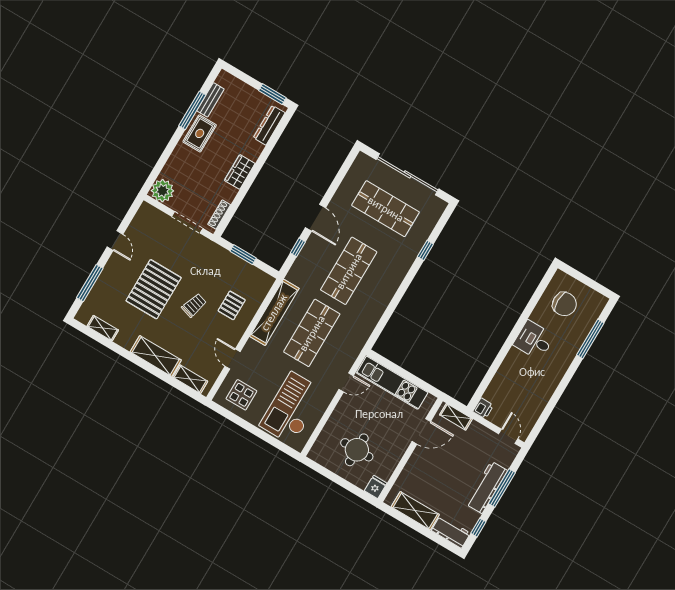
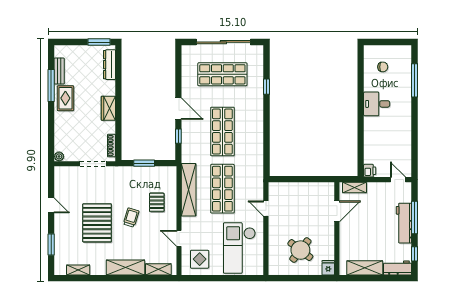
plant: (162, 191) -> (59, 156), width x0.53, depth x0.53
window: (90, 283) -> (51, 244), width x0.69
chair: (564, 304) -> (383, 67), width x0.54, depth x0.54
door: (346, 382) -> (266, 209), swing flipped
kitchen unit: (392, 383) -> (297, 190), removed
round table: (357, 450) -> (300, 250), turned 38

